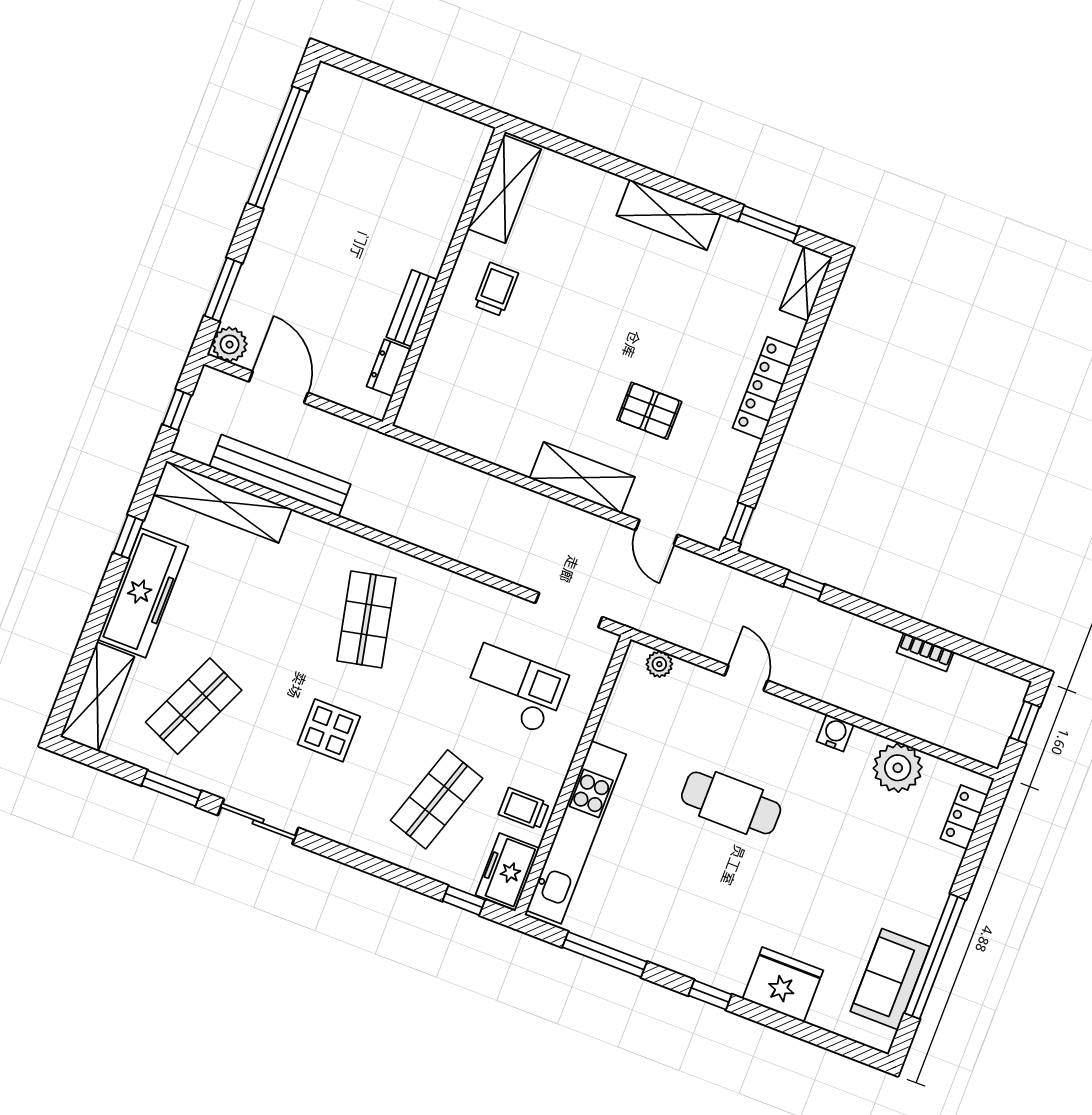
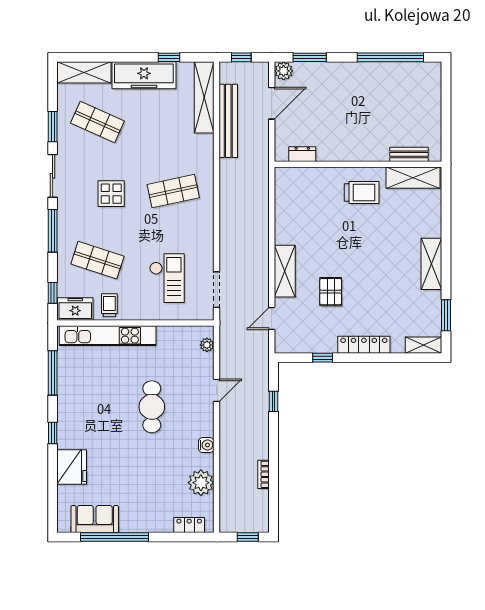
trolley: (496, 289) -> (362, 193), width x1.36, depth x1.39
bench: (412, 308) -> (409, 154), moved
window: (739, 523) -> (323, 358), moved
window: (355, 859) -> (53, 231), added

